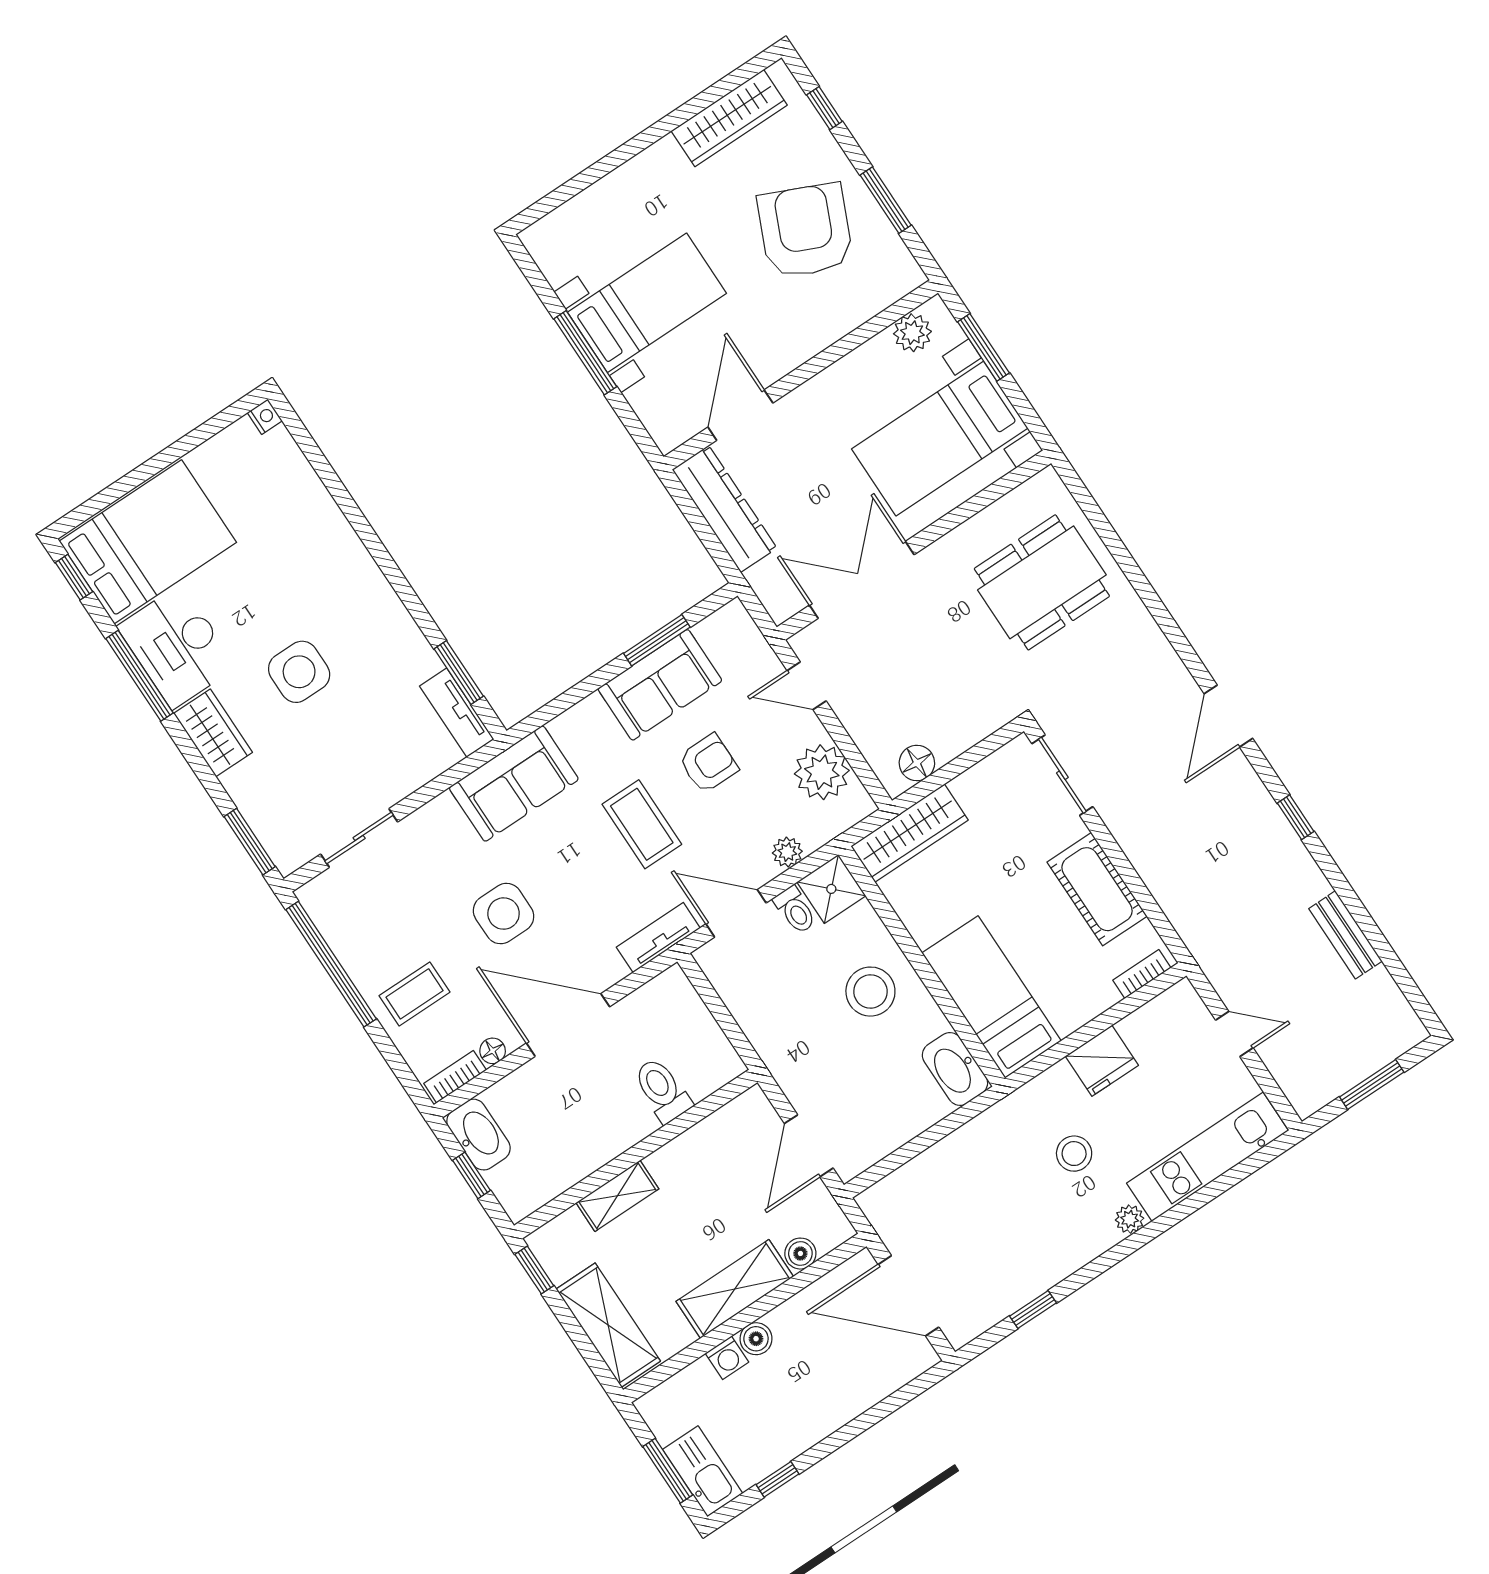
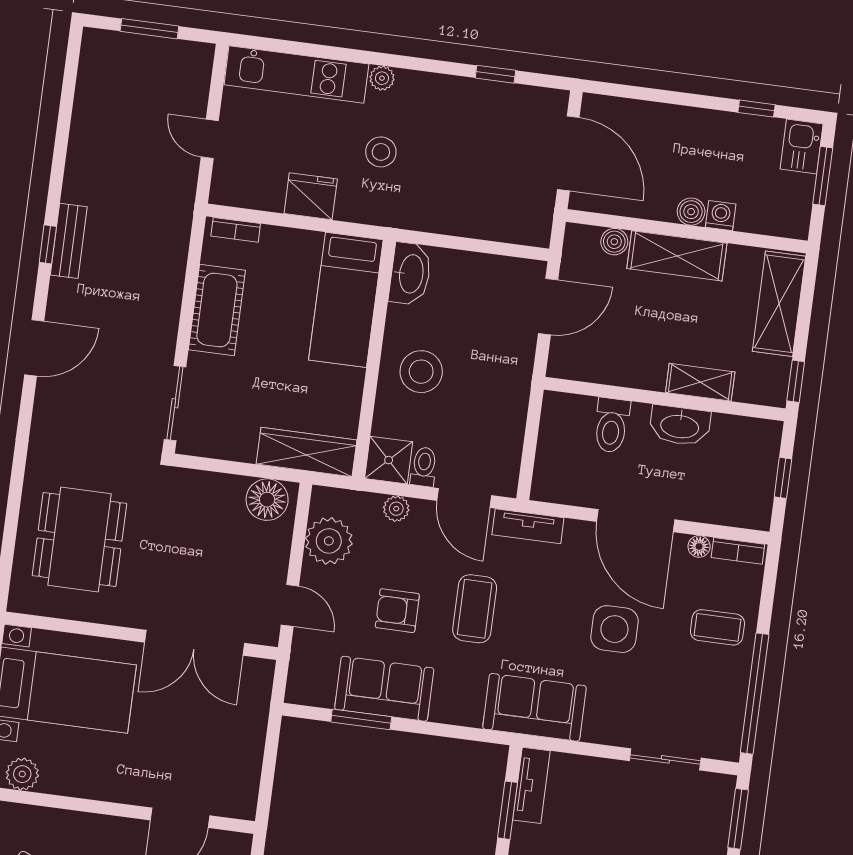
dresser: (725, 509) -> (243, 766), removed
dining table: (1042, 582) -> (79, 540), turned 90
floor lamp: (917, 763) -> (267, 500), width x1.38, depth x1.38
bench: (1345, 935) -> (69, 241), moved
washbasin: (479, 1135) -> (680, 426), moved, turned -90
kitchen sink: (703, 1471) -> (802, 146), width x0.73

